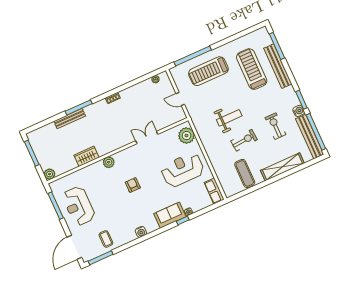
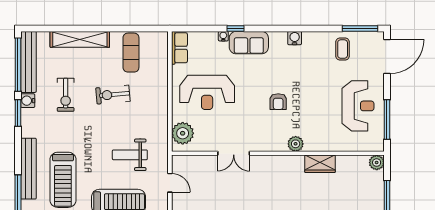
weight bench: (229, 118) -> (130, 155), moved

